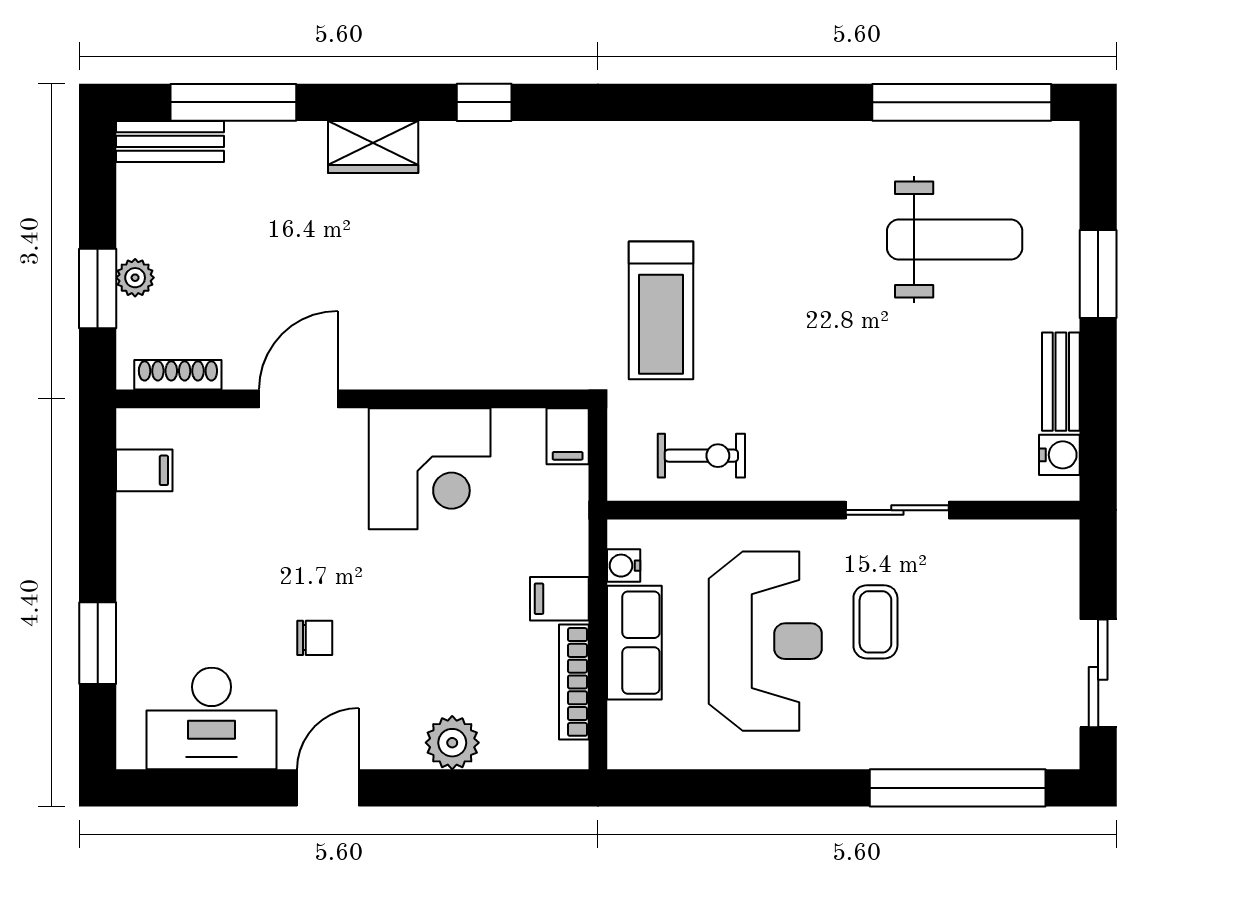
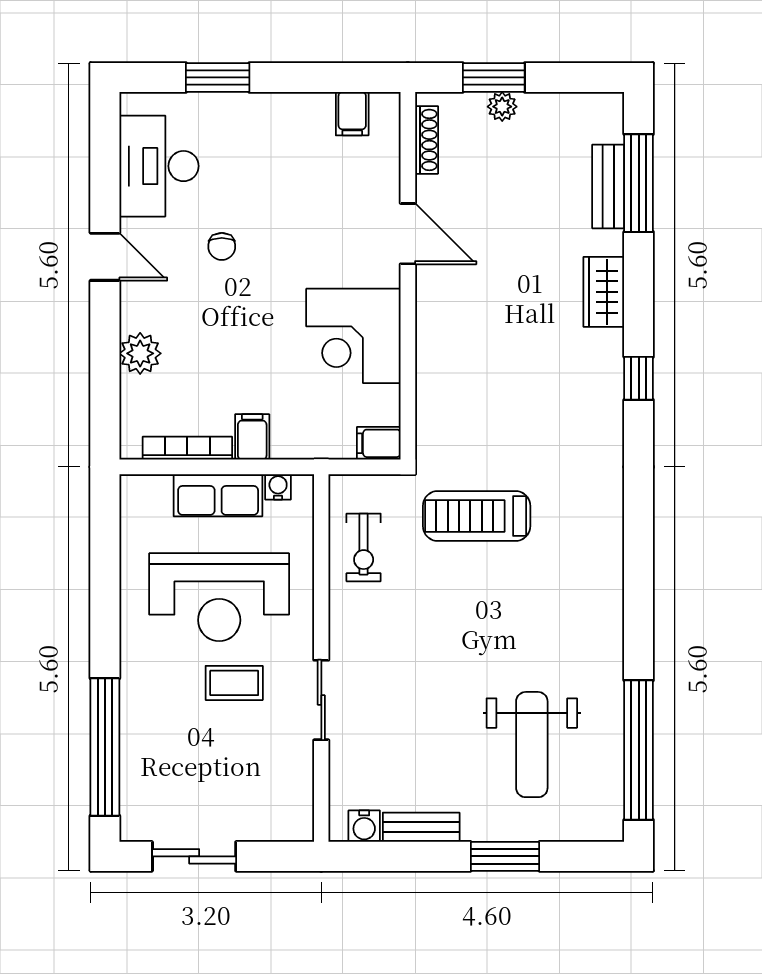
bench: (170, 141) -> (608, 186), moved

